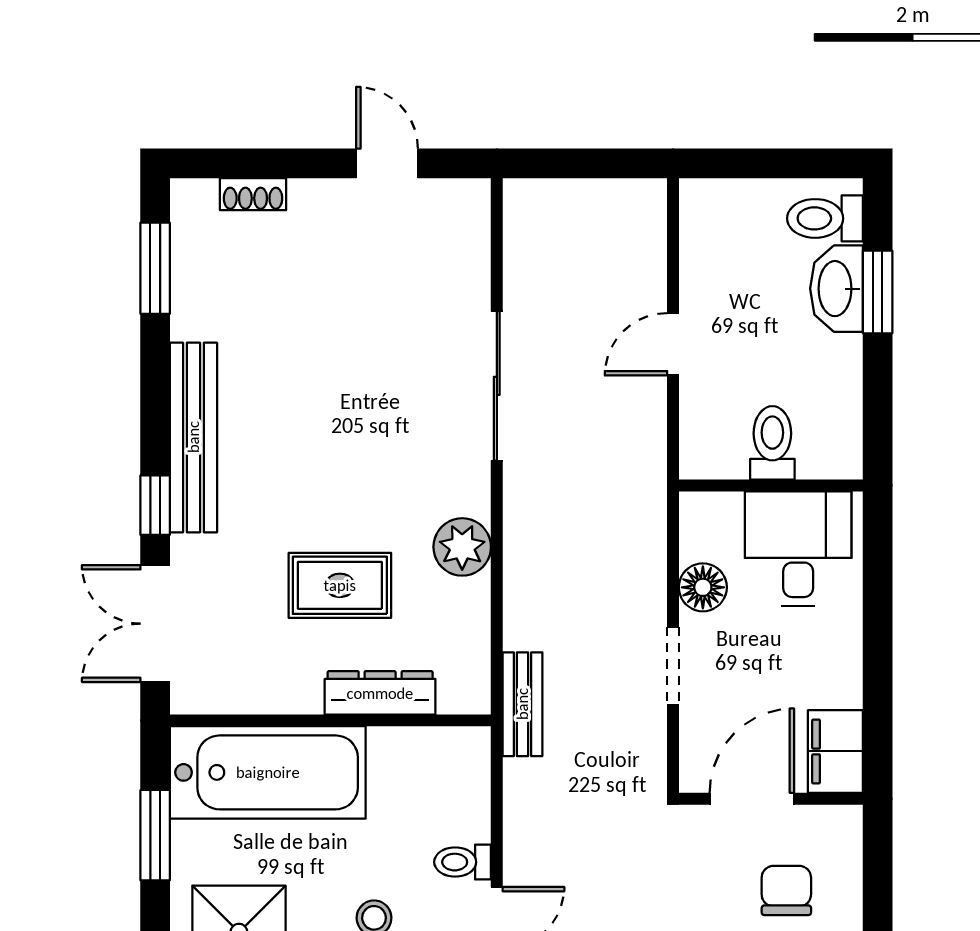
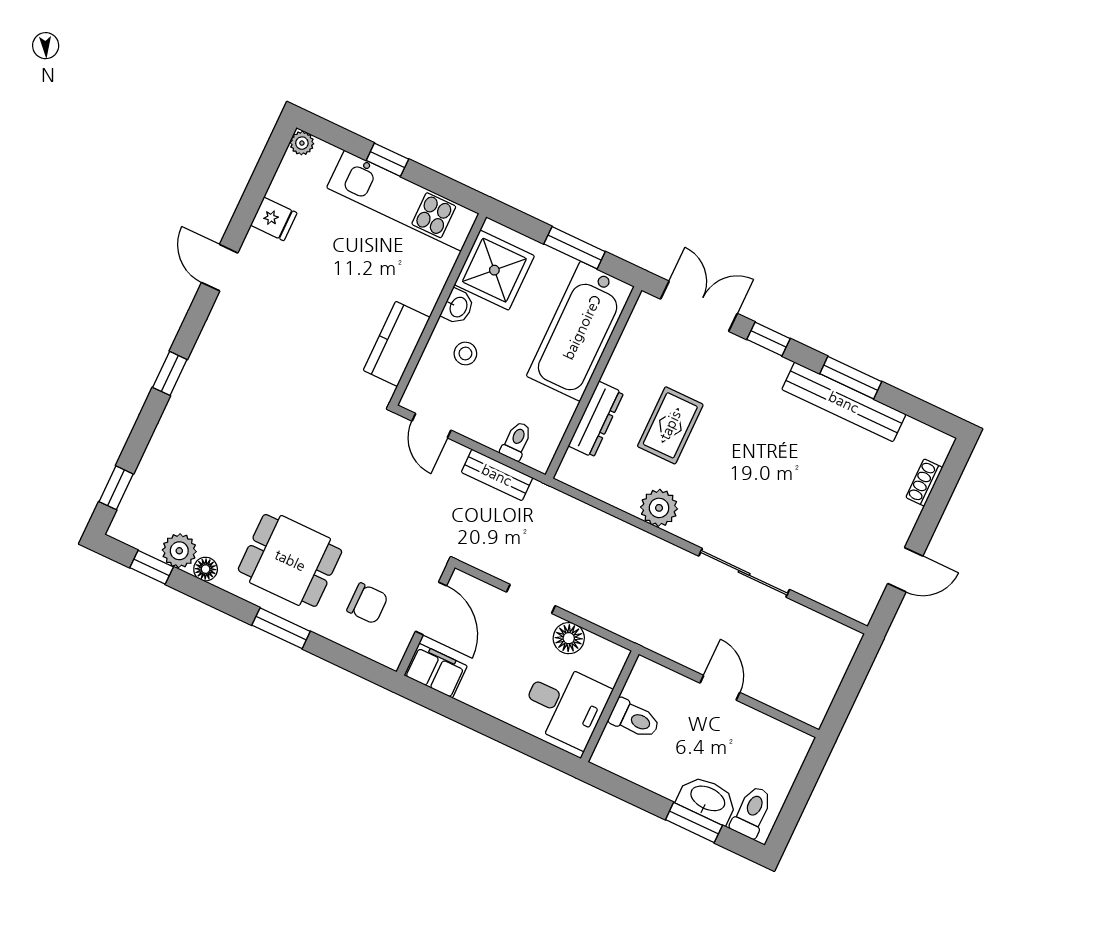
window: (155, 268) -> (851, 378), moved
bench: (193, 437) -> (844, 402), moved
bench: (522, 704) -> (497, 475), moved
toilet: (463, 862) -> (516, 441), moved

